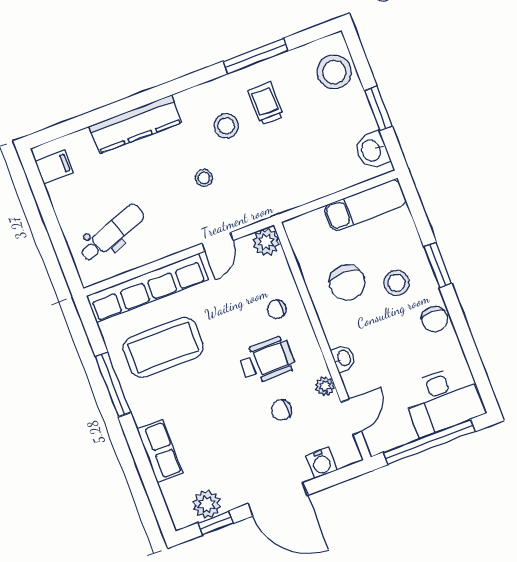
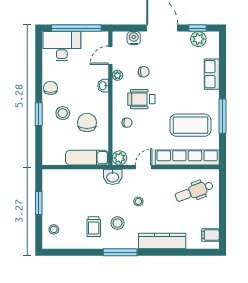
window: (255, 56) -> (120, 252), moved
stool: (334, 72) -> (54, 229), width x0.53, depth x0.53
washbasin: (372, 150) -> (113, 177), moved, turned 90
exam couch: (365, 205) -> (87, 158), moved

